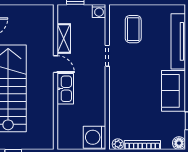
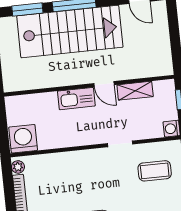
door: (55, 64) -> (104, 84), hinge flipped

